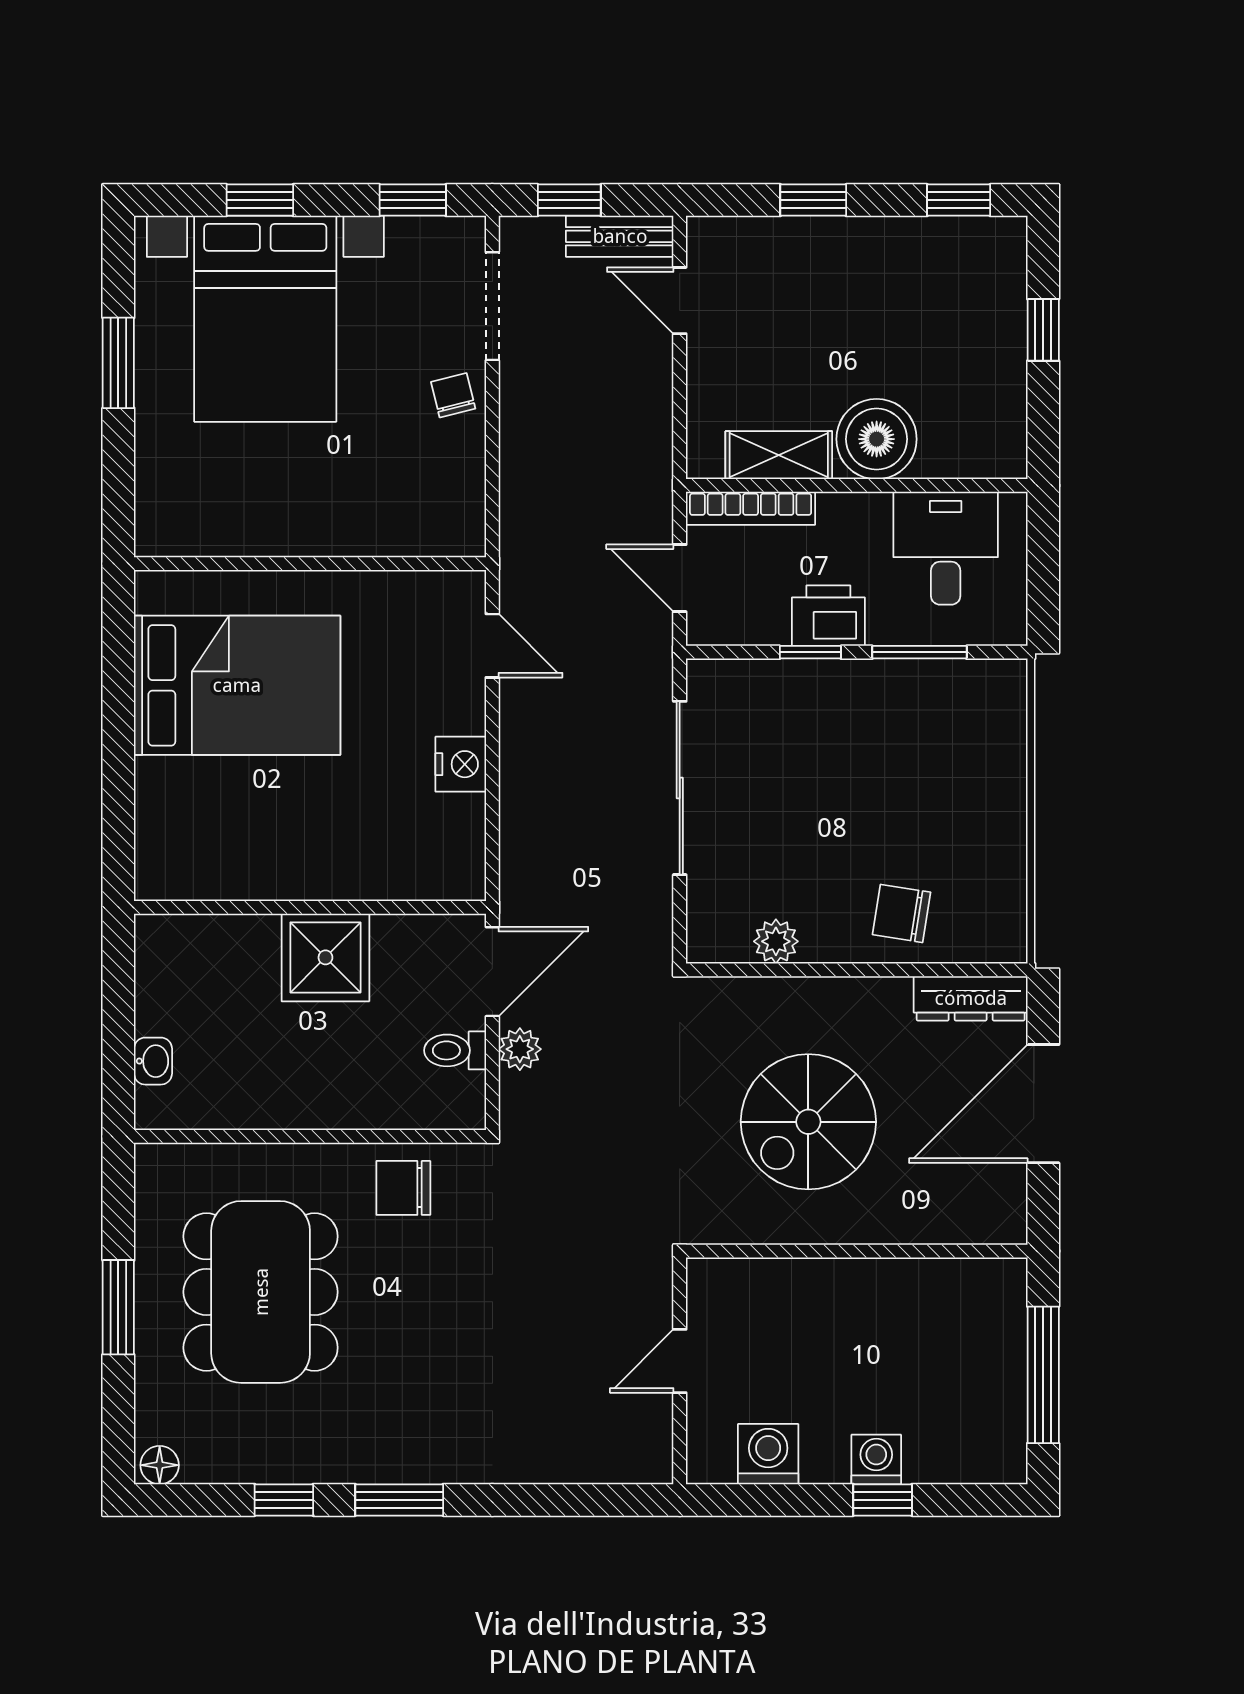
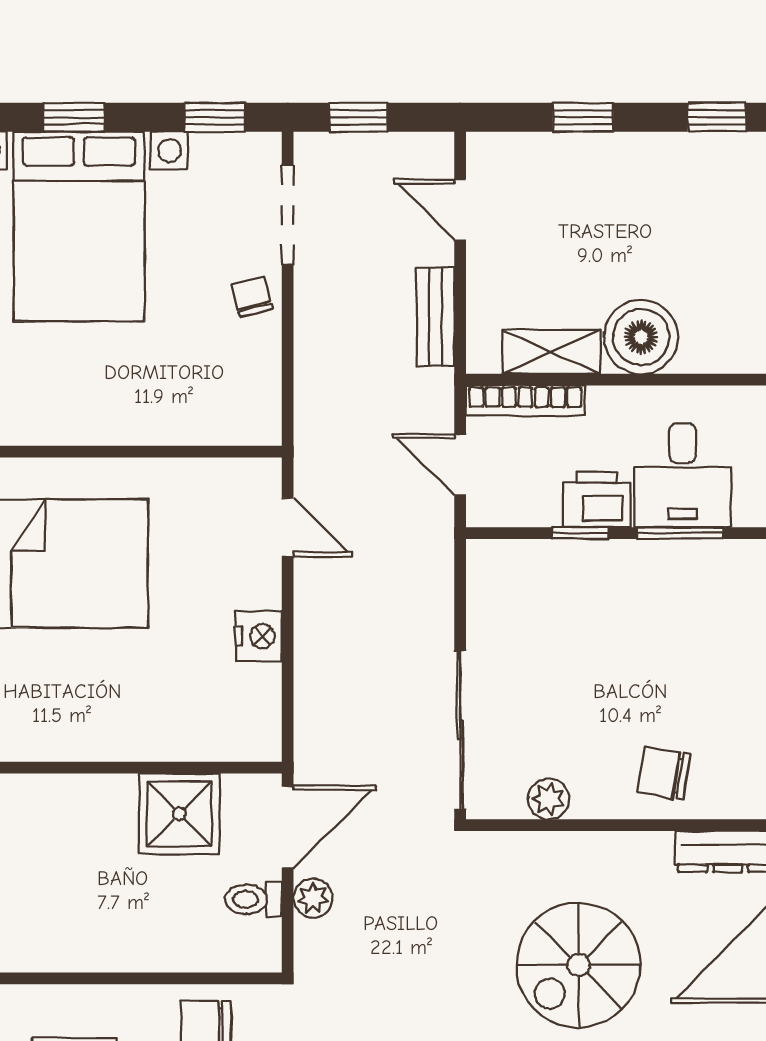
bench: (620, 236) -> (435, 317), moved, turned 90
desk: (946, 548) -> (682, 475), moved, turned 180
sliding door: (680, 788) -> (460, 730), moved
shower: (325, 957) -> (179, 814), moved

